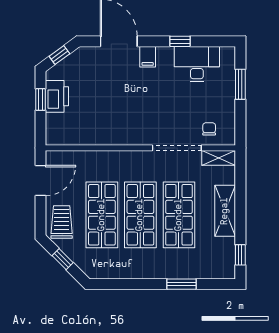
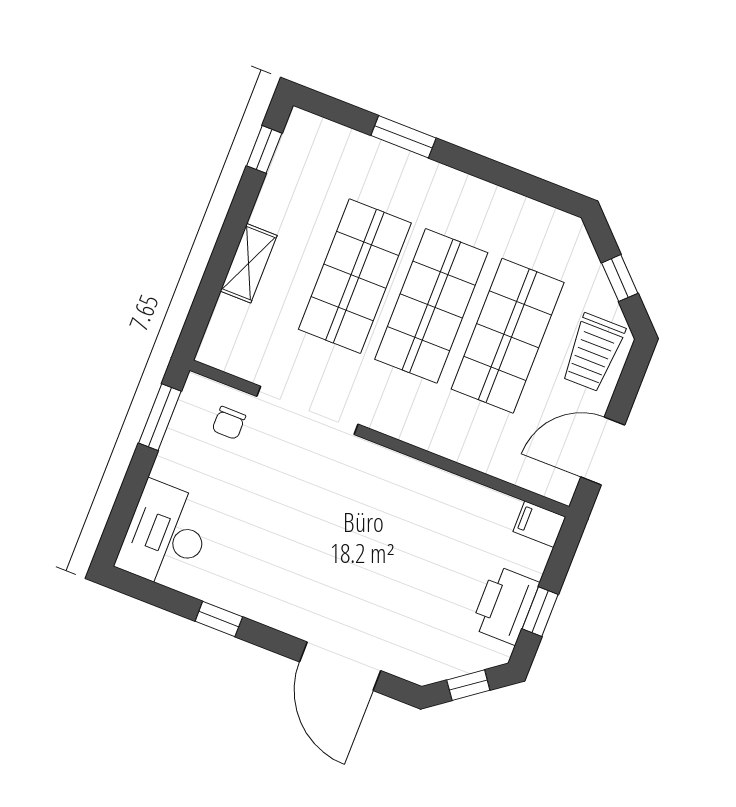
filing cabinet: (148, 57) -> (539, 524), moved, turned -90
desk: (197, 64) -> (166, 535), moved, turned 90
window: (240, 84) -> (160, 417), moved
shelving: (219, 158) -> (232, 358), removed
shelving: (225, 211) -> (249, 263), width x0.67, depth x0.75

